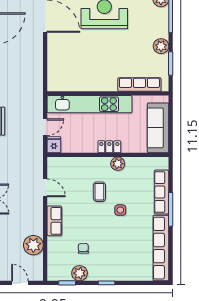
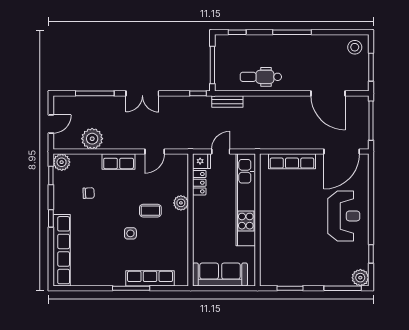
plant: (161, 46) -> (309, 278), removed
row of seats: (139, 84) -> (292, 161), moved, turned 90
door: (45, 127) -> (221, 152), swing flipped
locker: (109, 147) -> (199, 183), moved
plant: (118, 164) -> (181, 203), moved
row of seats: (161, 248) -> (62, 250), moved, turned 90
plant: (80, 273) -> (62, 162), moved

